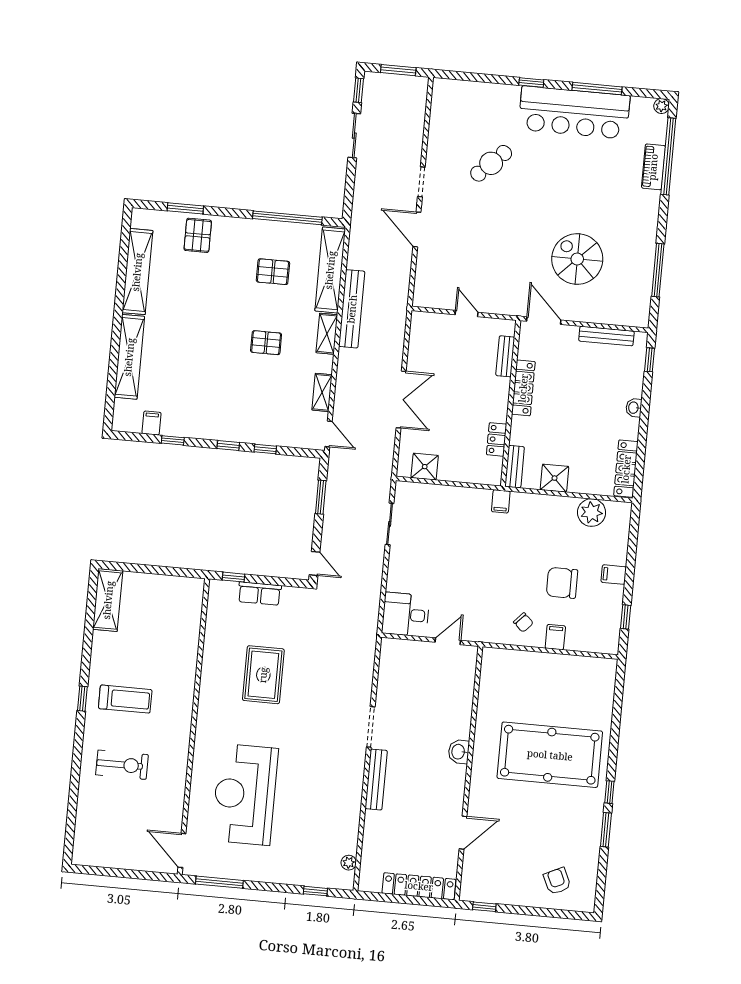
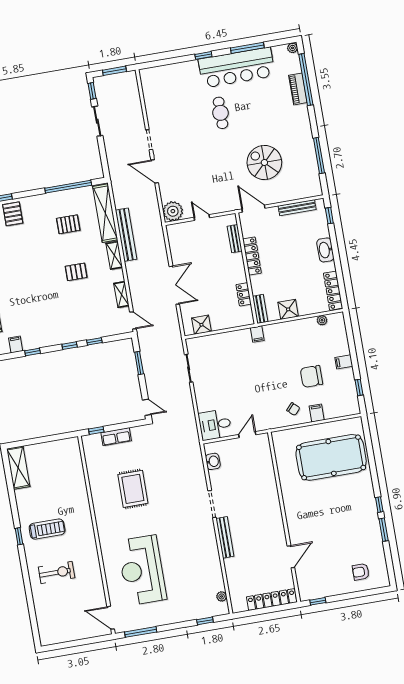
cafe table: (491, 163) -> (220, 113), moved, turned -46
plant: (428, 293) -> (173, 211), added
washbasin: (634, 408) -> (325, 250), width x1.91, depth x1.45
plant: (592, 513) -> (322, 320), width x0.53, depth x0.53
washbasin: (459, 752) -> (213, 461), moved, turned 180
pool table: (550, 755) -> (331, 457), moved
armchair: (557, 881) -> (361, 572), turned -65

